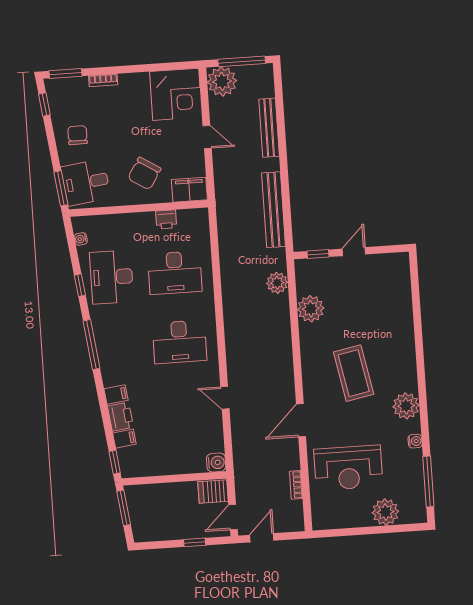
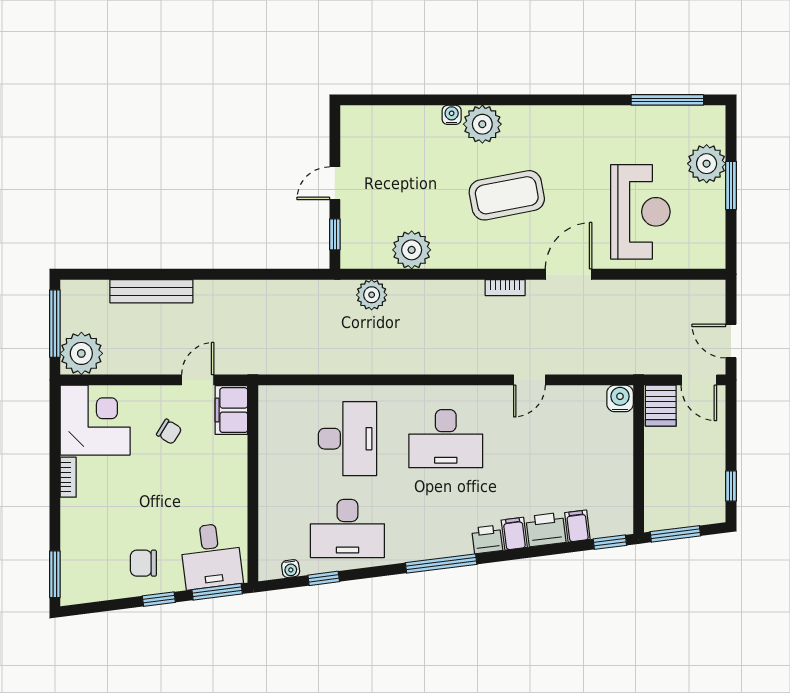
bookcase: (103, 80) -> (68, 477), moved
window: (44, 105) -> (159, 599), moved
door: (207, 137) -> (198, 380), moved
chair: (144, 174) -> (169, 432), moved, width x0.54, depth x0.54
bench: (274, 210) -> (268, 293), removed
printer: (166, 219) -> (487, 539), moved, turned -97
door: (354, 252) -> (335, 183), hinge flipped
window: (80, 285) -> (324, 578), moved
desk: (180, 342) -> (446, 439), turned 90
plant: (406, 406) -> (482, 124), moved
door: (301, 420) -> (569, 274), swing flipped
water cooler: (415, 441) -> (452, 115), moved
bookcase: (296, 485) -> (505, 288), moved
window: (371, 530) -> (731, 185), added
window: (195, 542) -> (731, 486), moved

